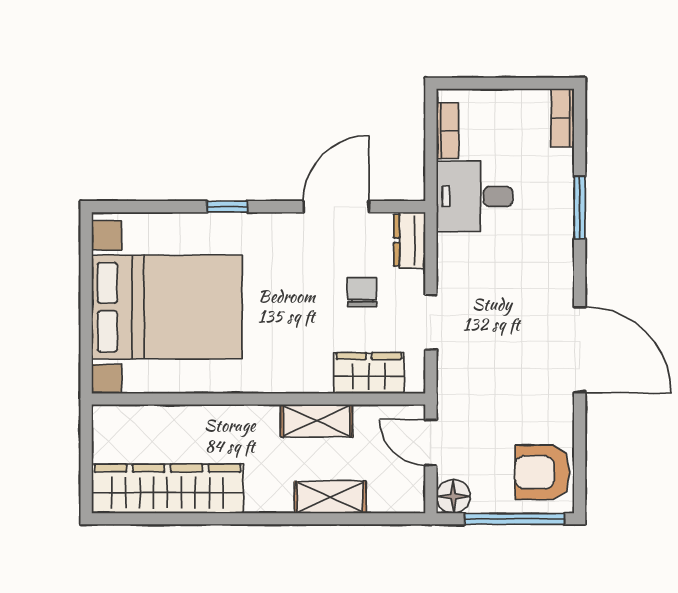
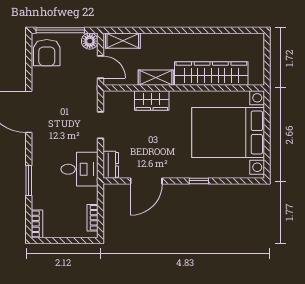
desk: (474, 197) -> (80, 169), moved
chair: (362, 292) -> (134, 140), removed
wardrobe: (369, 373) -> (152, 101), moved
armchair: (542, 472) -> (47, 53), turned 90
wardrobe: (168, 489) -> (211, 74), moved, turned 180
shelving: (330, 497) -> (123, 41), moved

